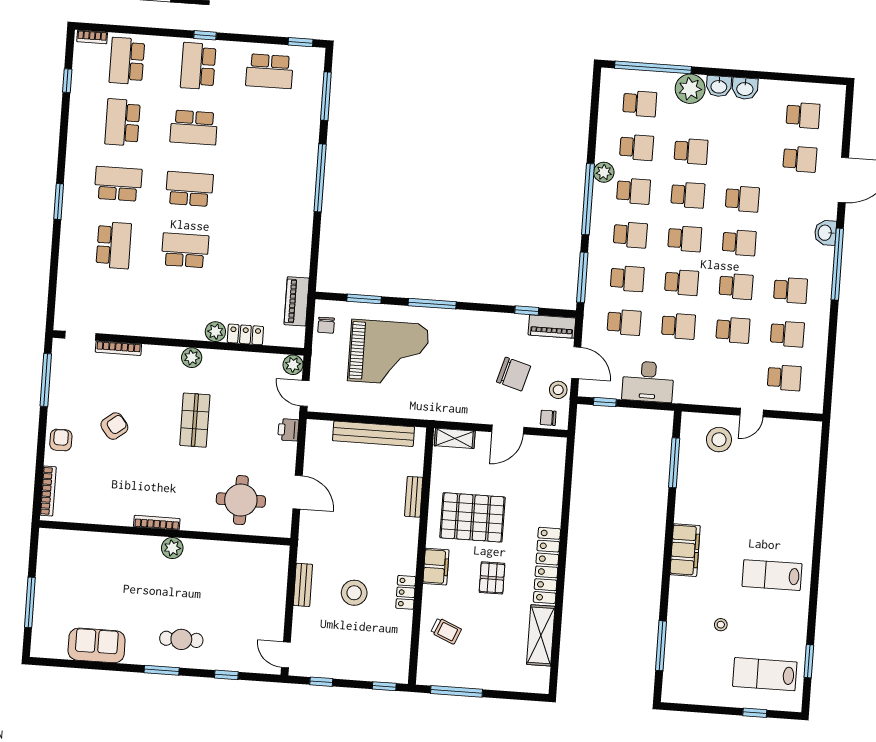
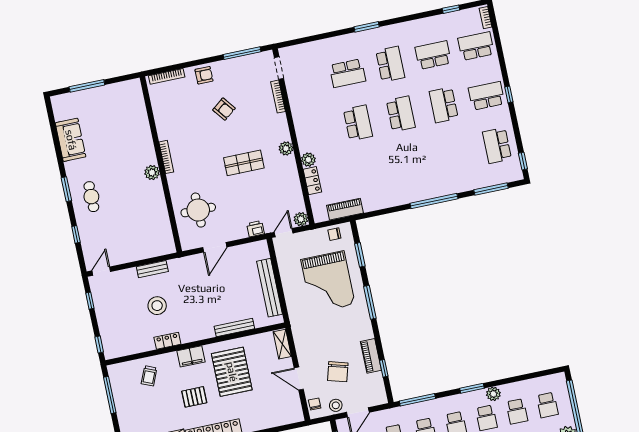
window: (588, 199) -> (472, 388), width x0.47
piano: (552, 326) -> (371, 356), moved
bench: (414, 497) -> (234, 328), width x1.36

